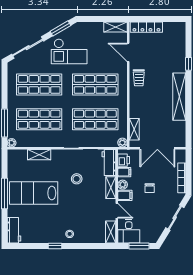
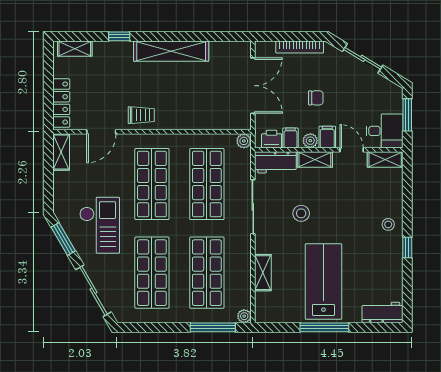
shelving: (134, 129) -> (75, 49), moved
lab bench: (34, 193) -> (324, 281), turned 180
door: (117, 211) -> (352, 150), hinge flipped

